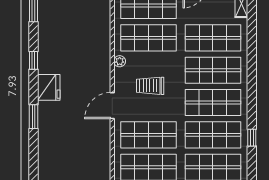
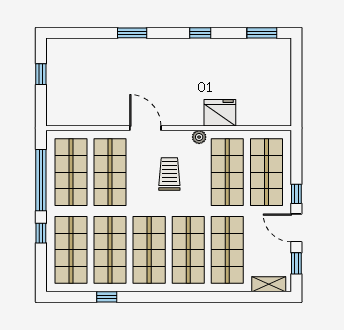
fridge: (49, 87) -> (220, 113), moved, turned 180

